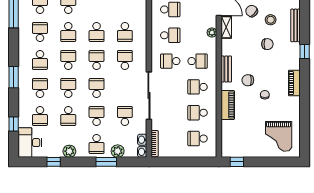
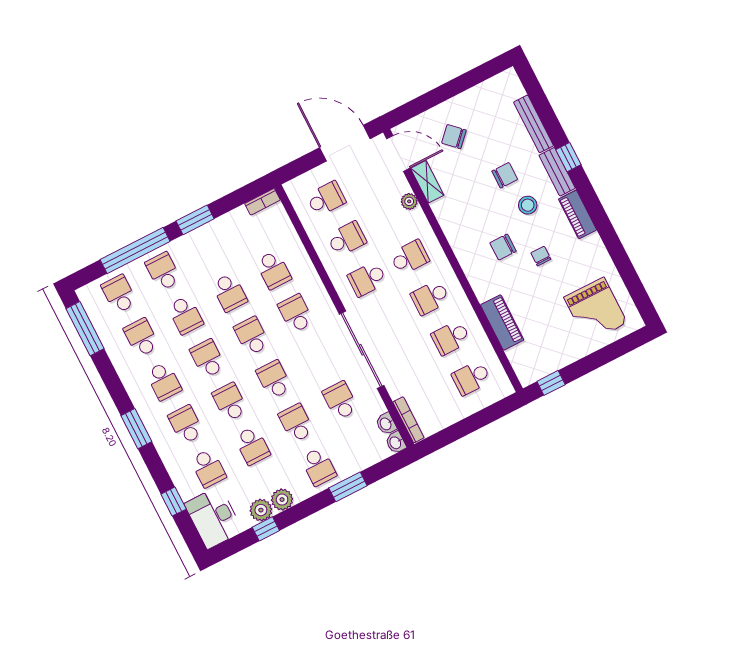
stool: (271, 20) -> (528, 205), moved
bench: (226, 69) -> (557, 172), moved
piano: (228, 105) -> (502, 322), moved
plant: (118, 151) -> (261, 510), moved

